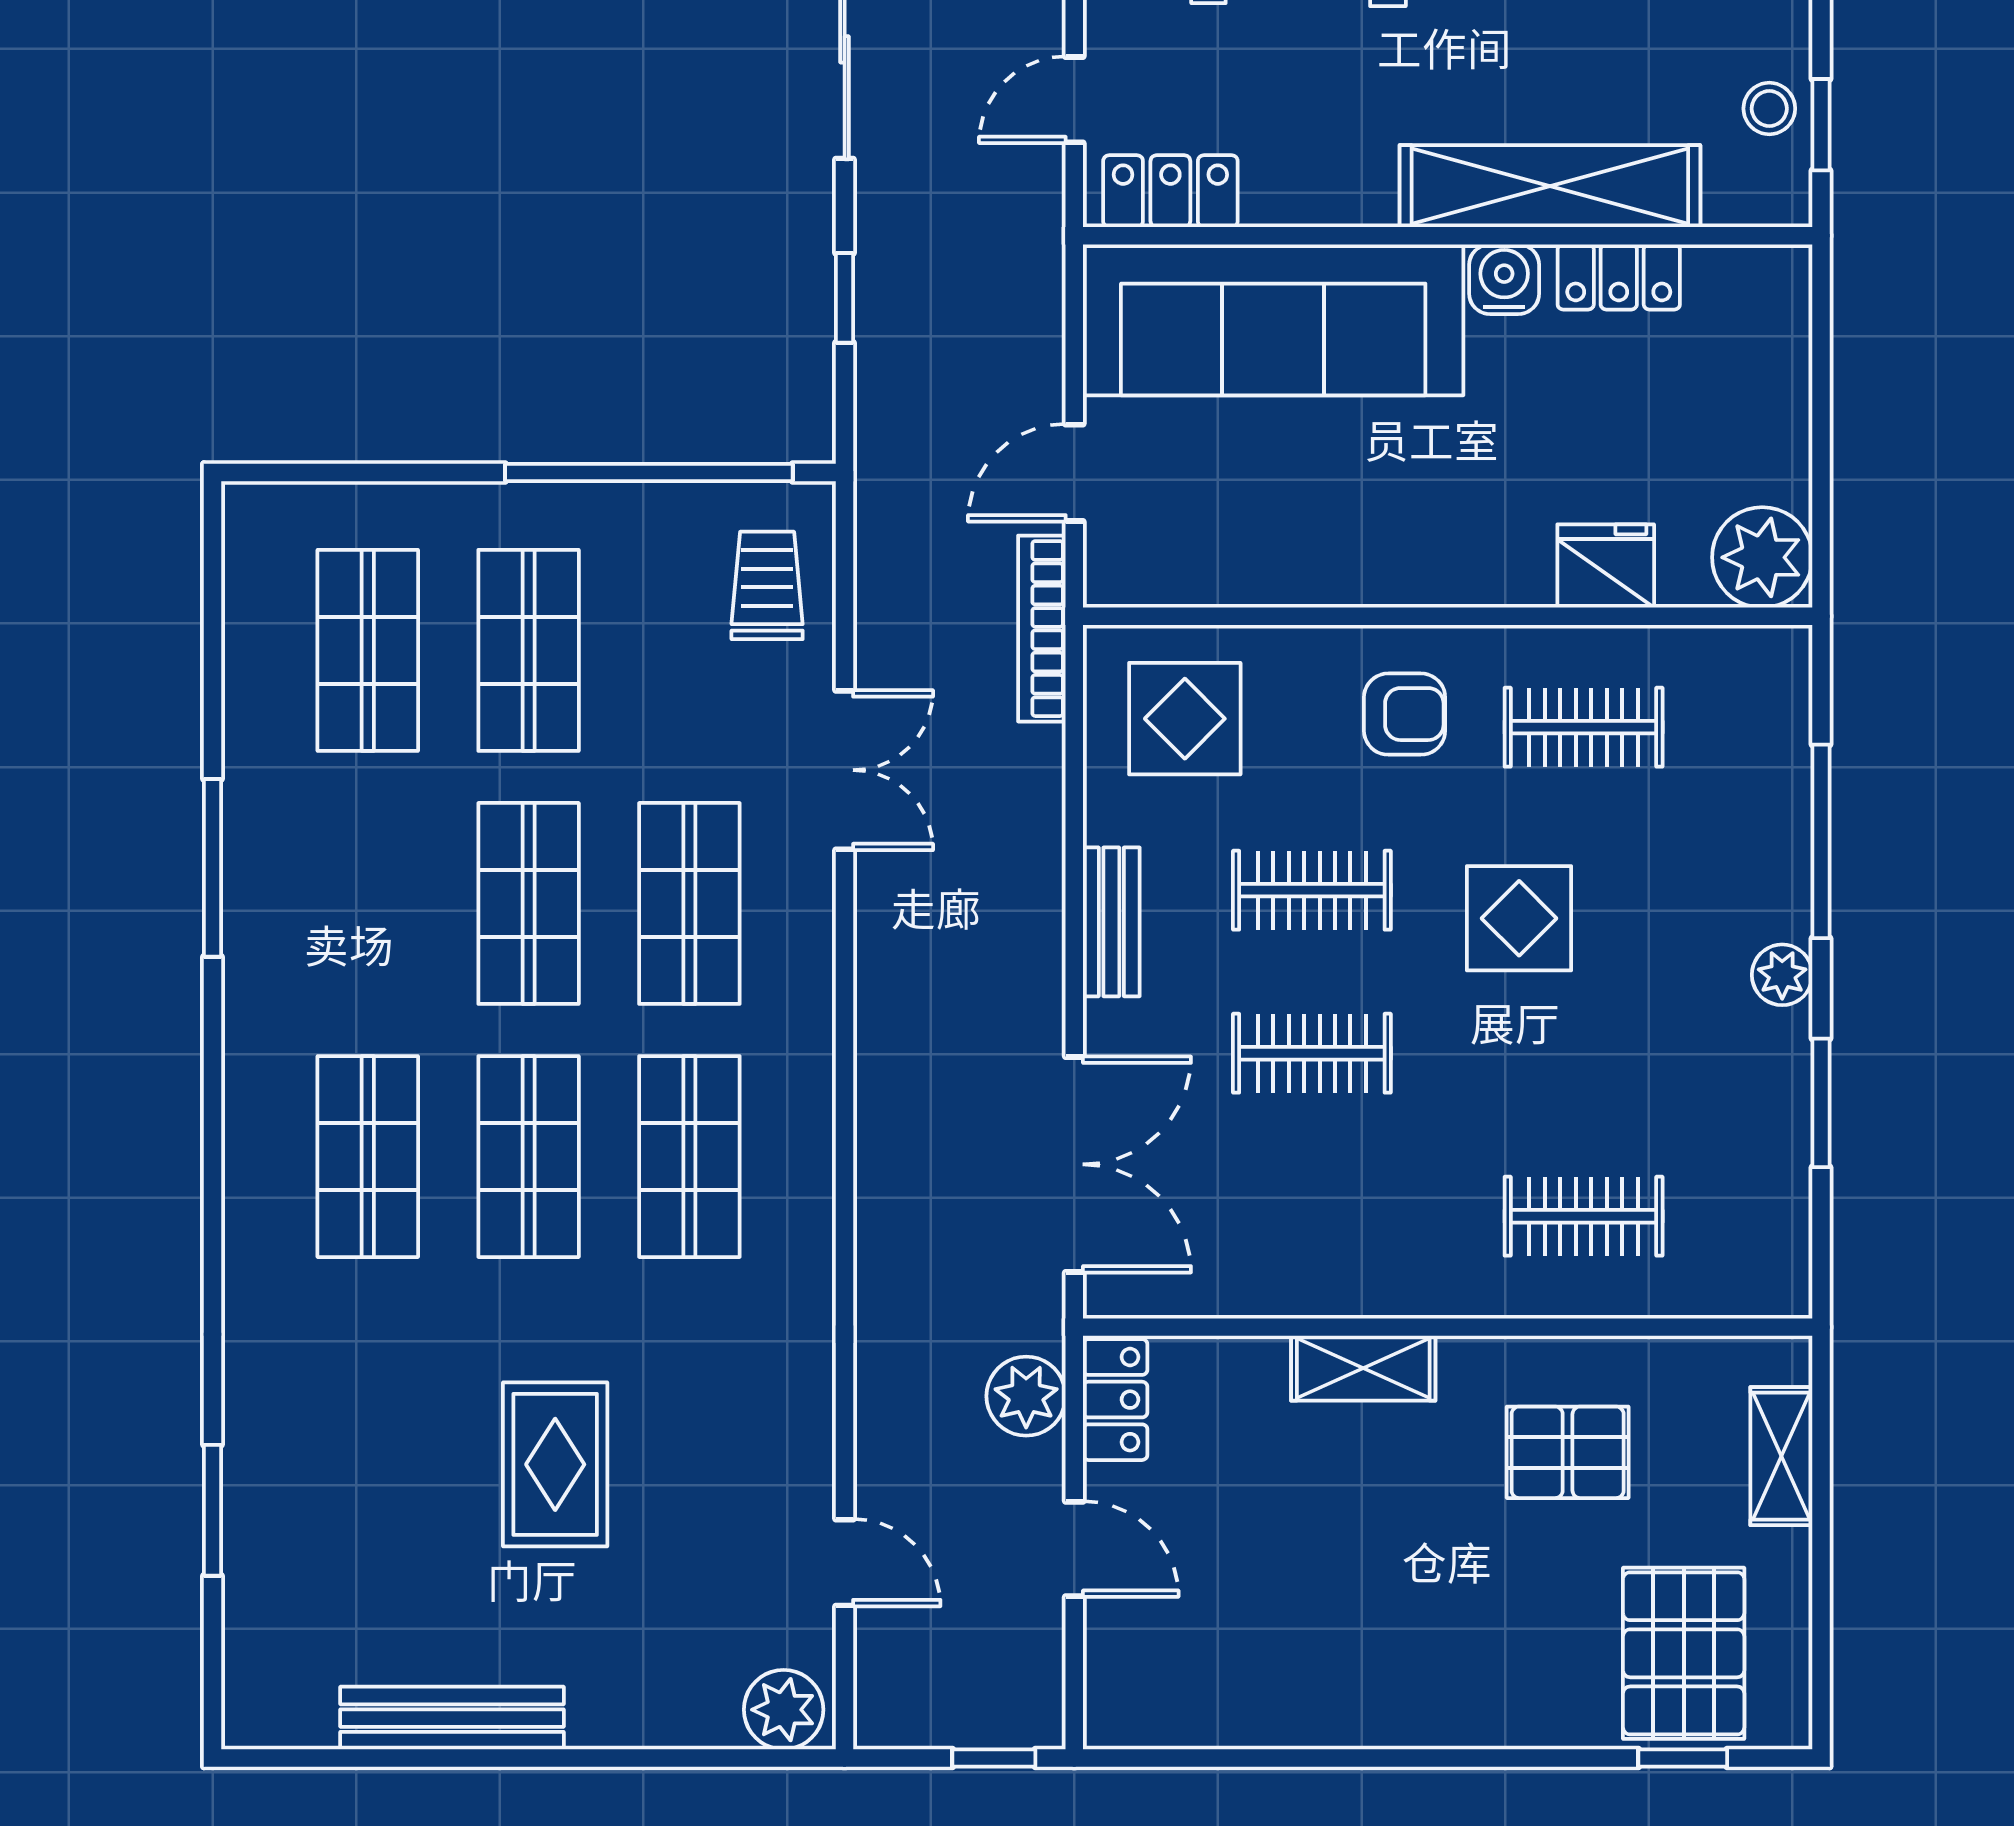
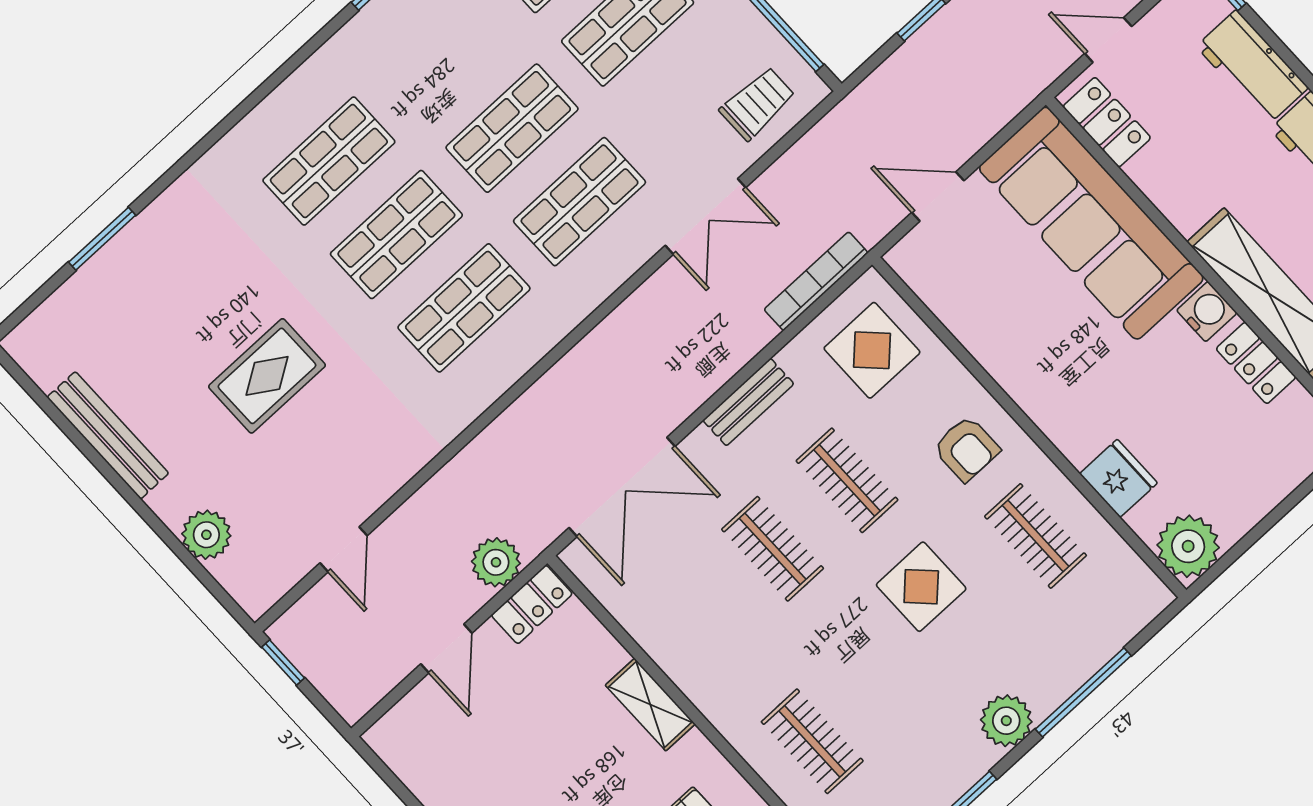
bookcase: (1042, 629) -> (816, 281), moved
plant: (1782, 975) -> (1006, 721), width x1.38, depth x1.38
plant: (784, 1710) -> (206, 535), moved
window: (994, 1758) -> (283, 662), moved

